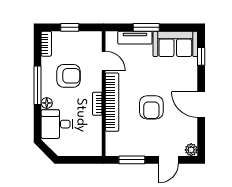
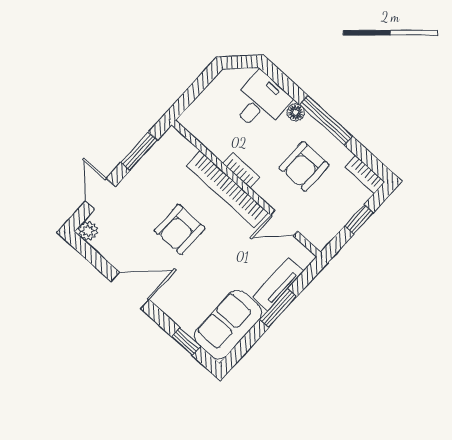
armchair: (151, 107) -> (180, 229), turned -90

